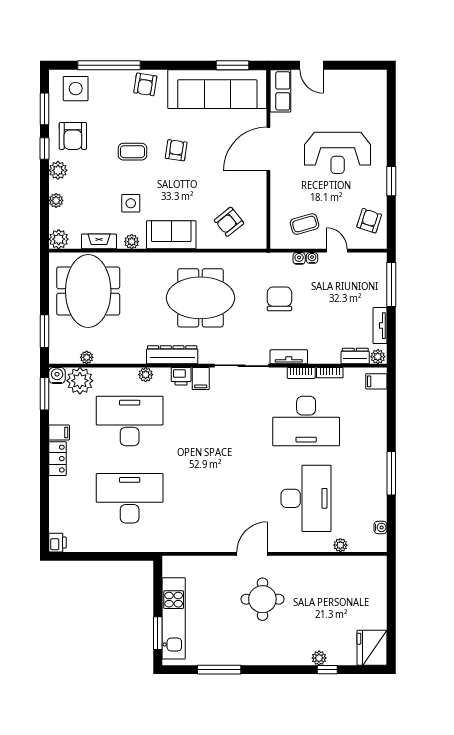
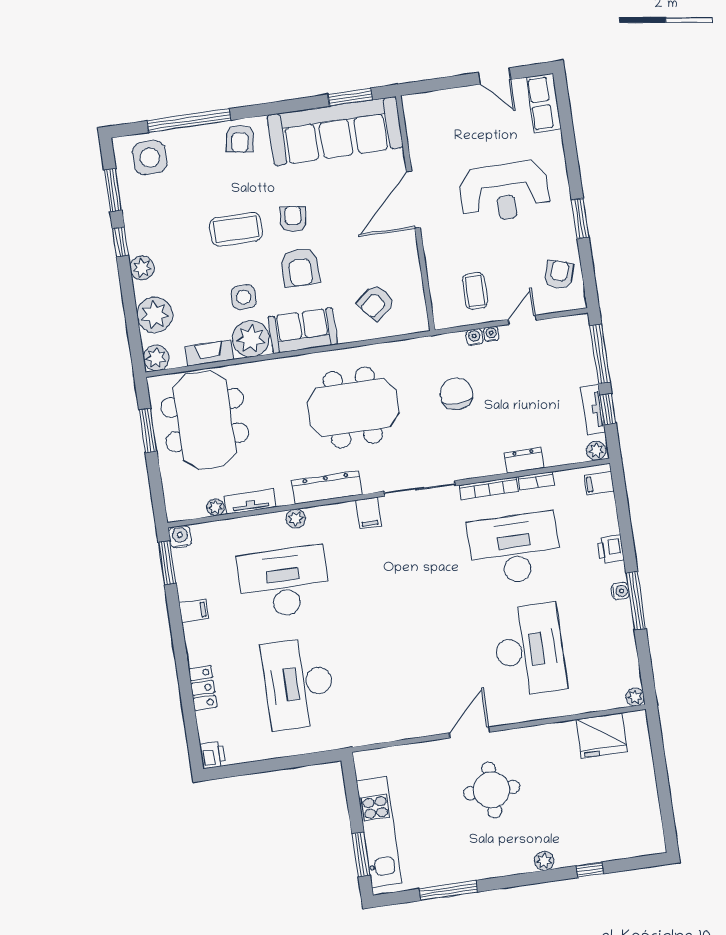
door: (312, 65) -> (494, 76), moved
row of seats: (280, 91) -> (544, 103), moved, turned 180
armchair: (73, 136) -> (300, 268), moved
coffee table: (132, 152) -> (236, 229), width x1.36, depth x1.30
plant: (56, 200) -> (155, 315), width x1.88, depth x1.88
coffee table: (305, 224) -> (475, 291), turned -74
plant: (132, 242) -> (251, 339), width x1.88, depth x1.88
door: (337, 251) -> (522, 320), hinge flipped
window: (391, 327) -> (608, 409), added
window: (45, 331) -> (148, 431), moved
dresser: (355, 356) -> (524, 460), moved
tv unit: (289, 357) -> (250, 501), moved
bookcase: (301, 373) -> (489, 488), width x1.56
printer: (181, 376) -> (611, 549), moved, turned 90
plant: (80, 381) -> (211, 539), removed
desk: (306, 421) -> (515, 549), turned 180
locker: (57, 459) -> (203, 688), moved
desk: (130, 498) -> (299, 683), turned -90
water cooler: (381, 527) -> (620, 591), moved
plant: (340, 545) -> (635, 697), moved
fridge: (372, 648) -> (602, 735), moved, turned -90
plant: (319, 658) -> (544, 861), moved

